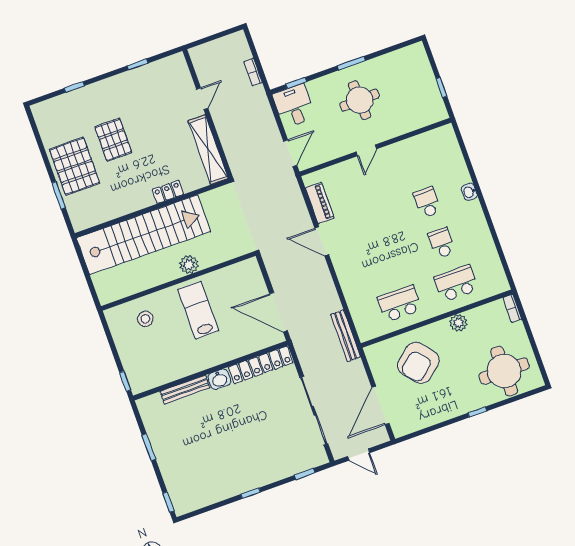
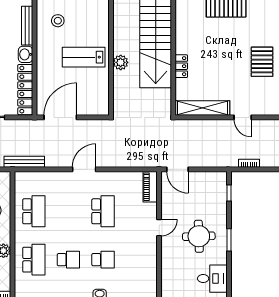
desk: (294, 106) -> (212, 279), moved
pallet: (113, 140) -> (262, 62), moved, turned 90
door: (366, 150) -> (159, 228), swing flipped
piano: (320, 203) -> (150, 187), moved, turned 90
school desk: (371, 223) -> (103, 211), added
door: (322, 241) -> (84, 169), moved
lab bench: (198, 310) -> (84, 57), turned 180
stool: (145, 319) -> (58, 21), moved

